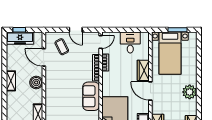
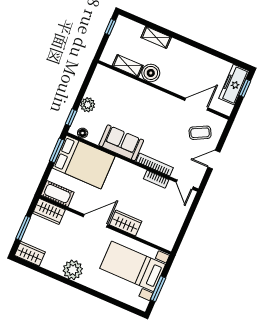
desk: (130, 42) -> (168, 222), removed
shelving: (11, 81) -> (156, 37), moved
boiler: (36, 82) -> (151, 73), moved

